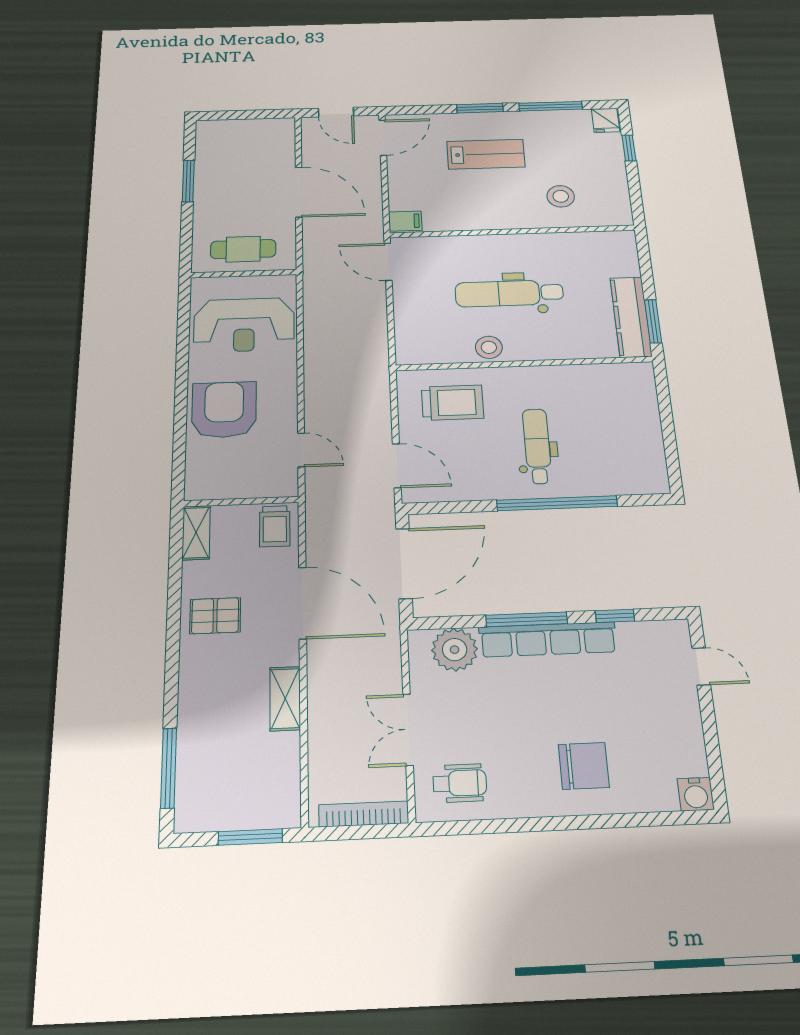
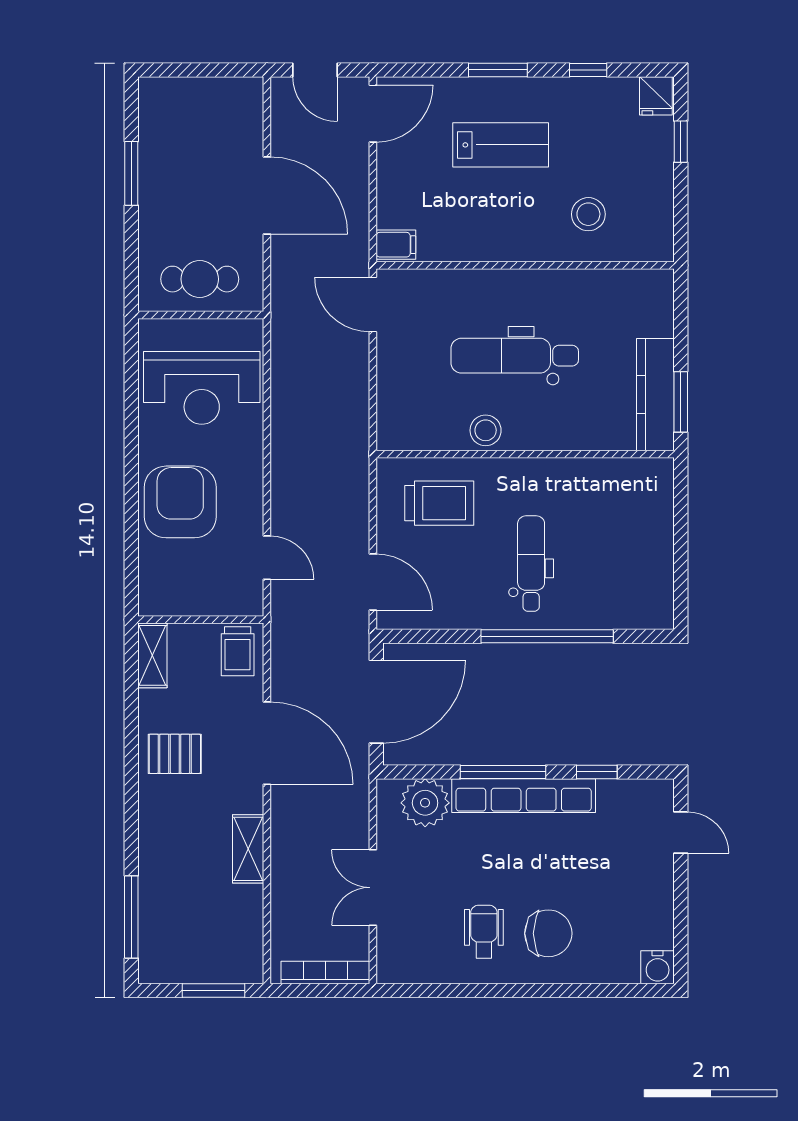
window: (551, 106) -> (588, 70), width x0.46
wheelchair: (460, 783) -> (484, 932), moved, turned -90

